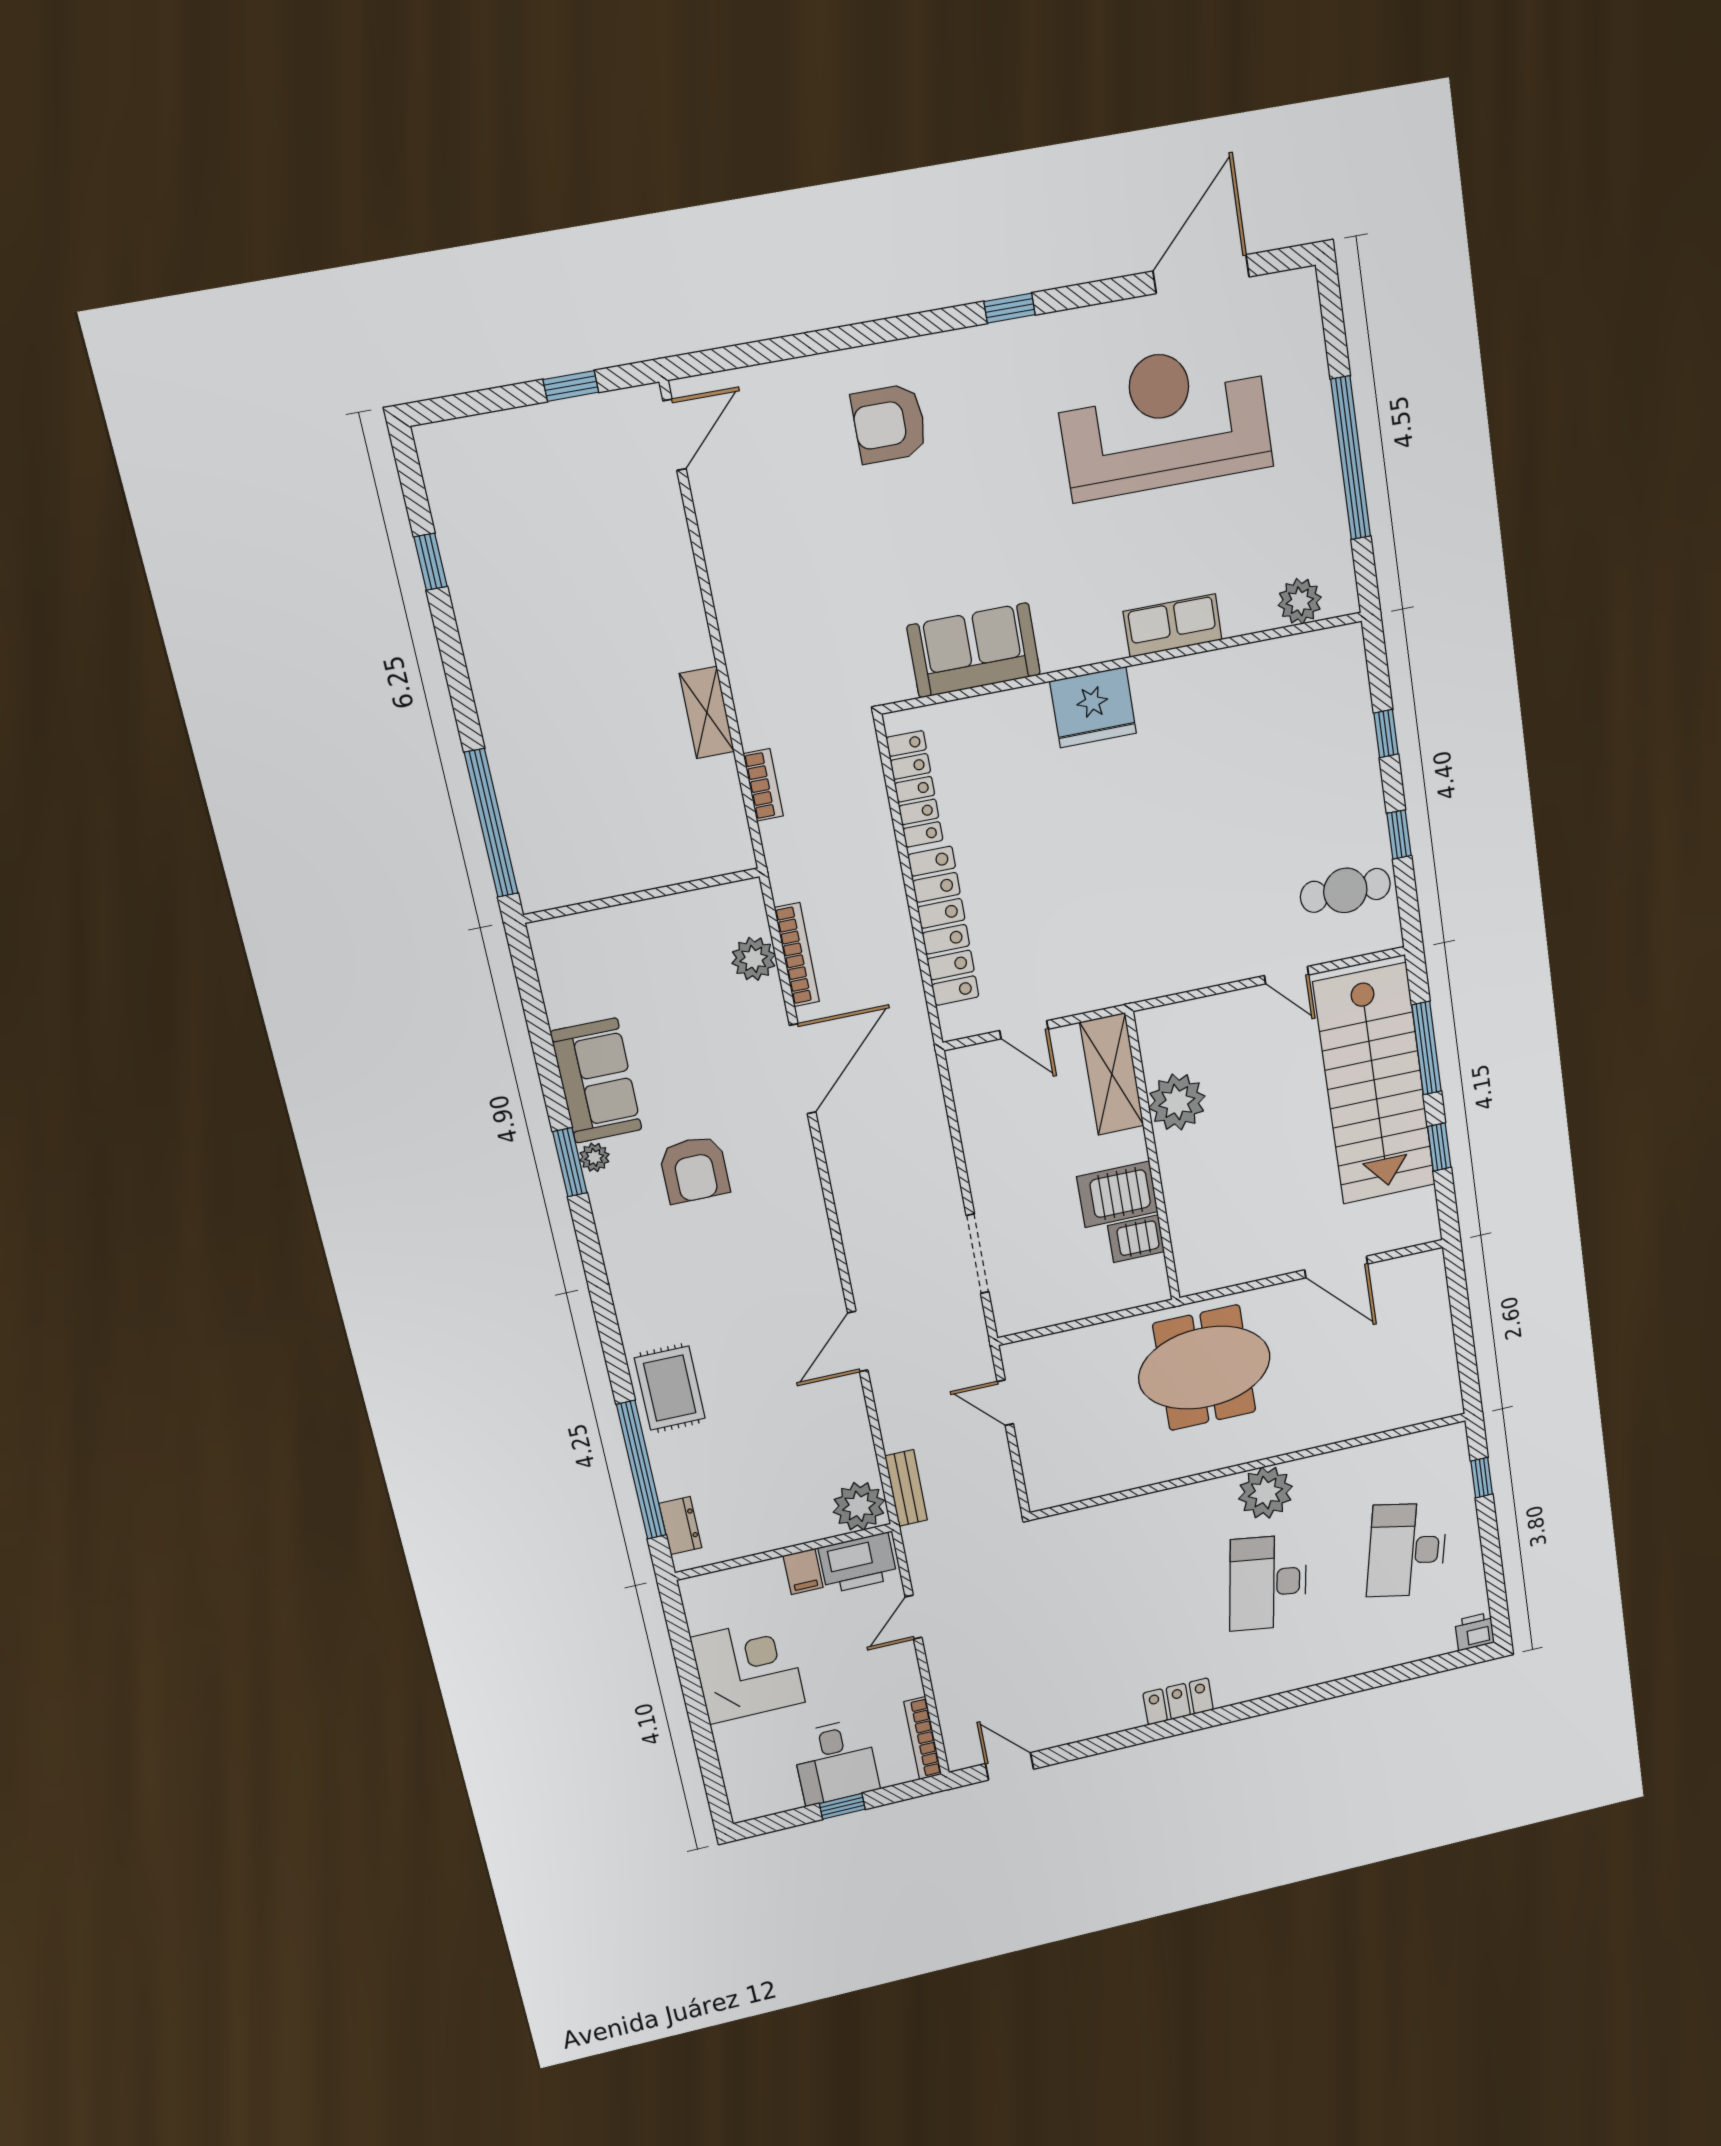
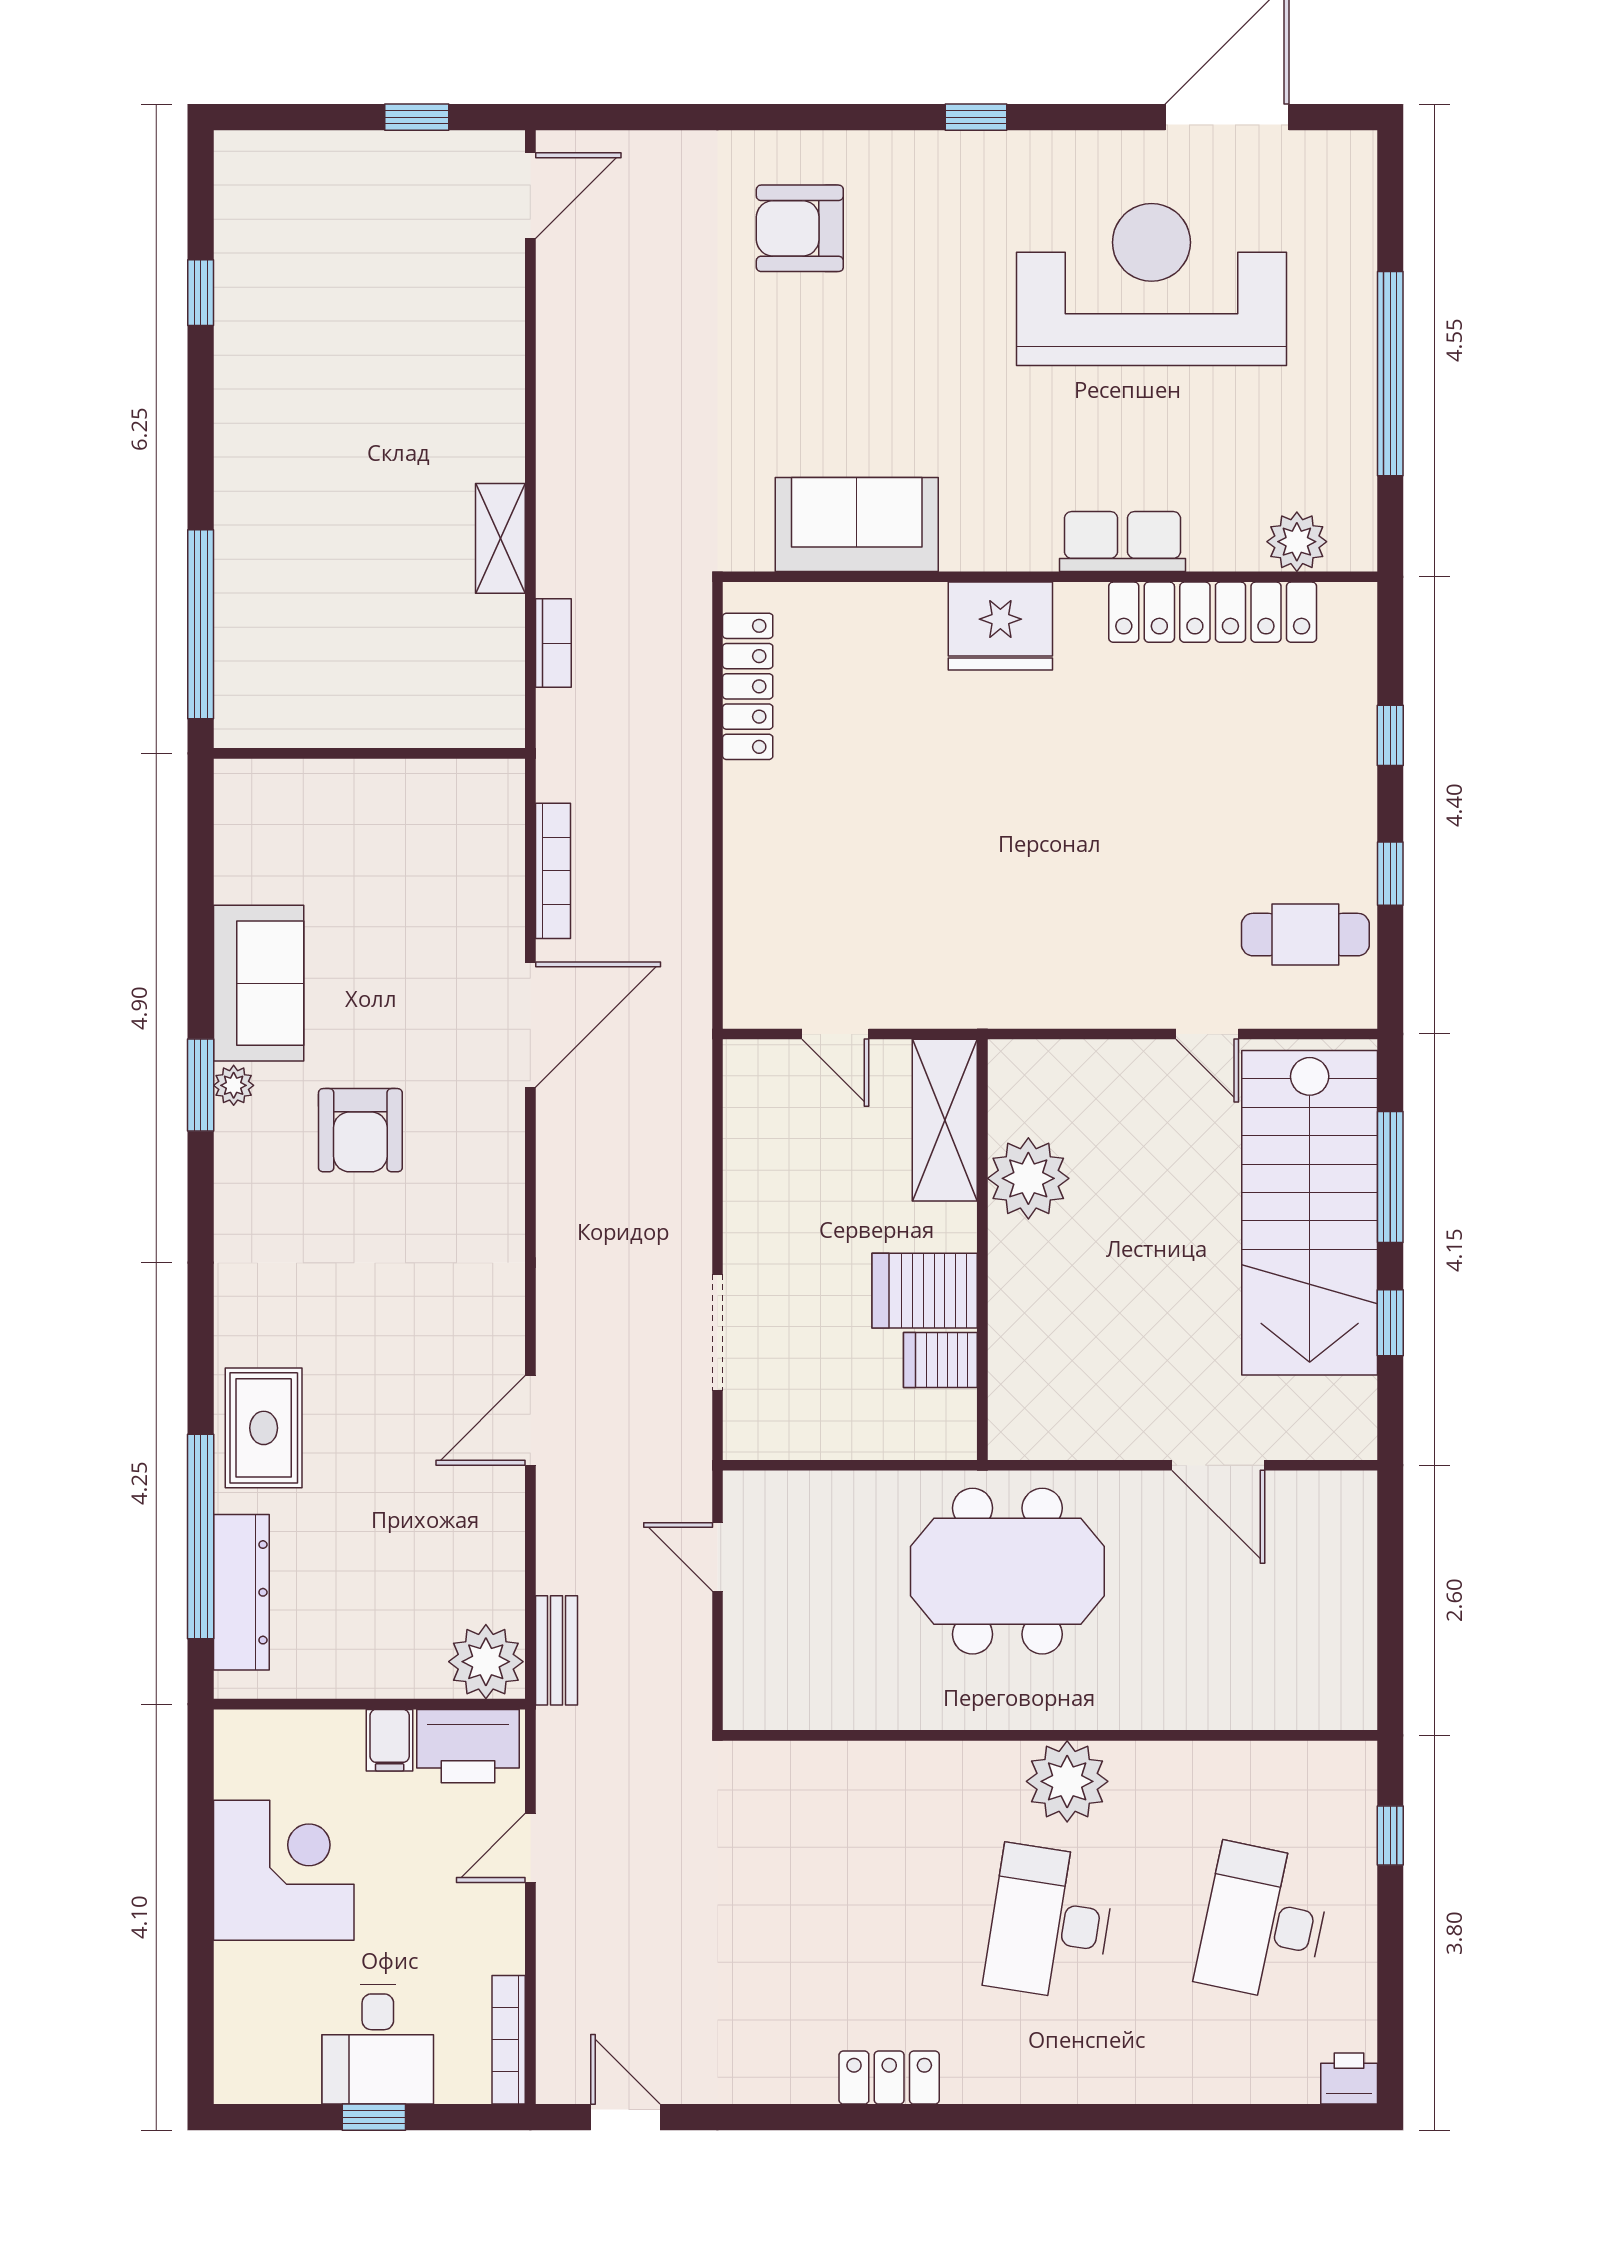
locker: (944, 926) -> (1213, 612), moved, turned 90
plant: (754, 959) -> (496, 865), removed
dresser: (680, 1526) -> (241, 1592), width x1.96, depth x1.24

